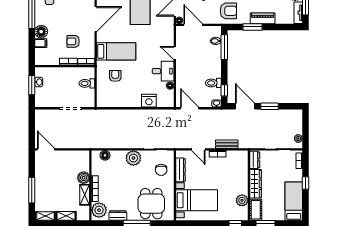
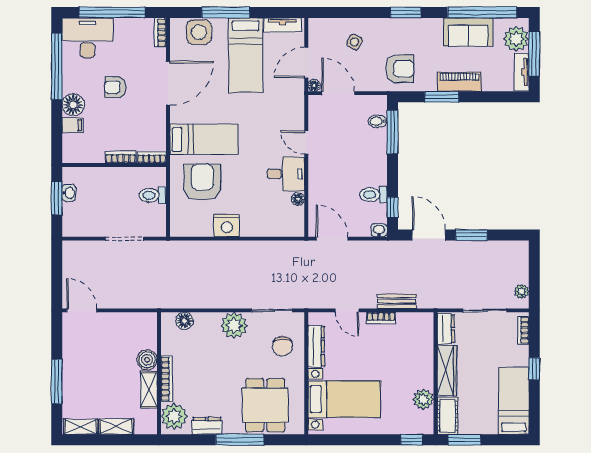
armchair: (73, 41) -> (115, 87), moved
armchair: (115, 76) -> (202, 182), width x1.88, depth x1.88
nightstand: (149, 101) -> (227, 225), moved

